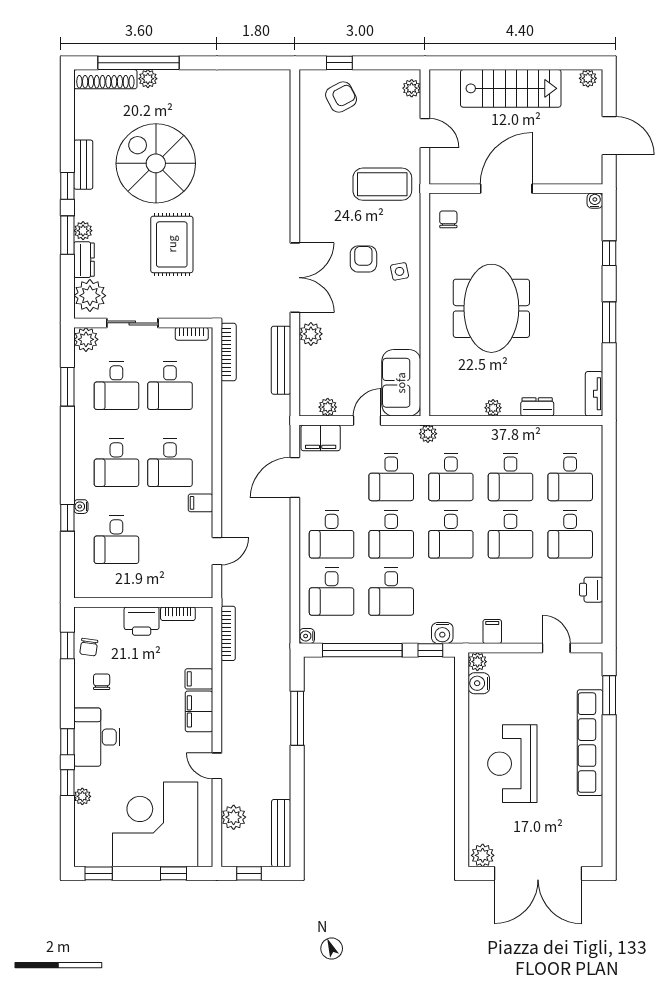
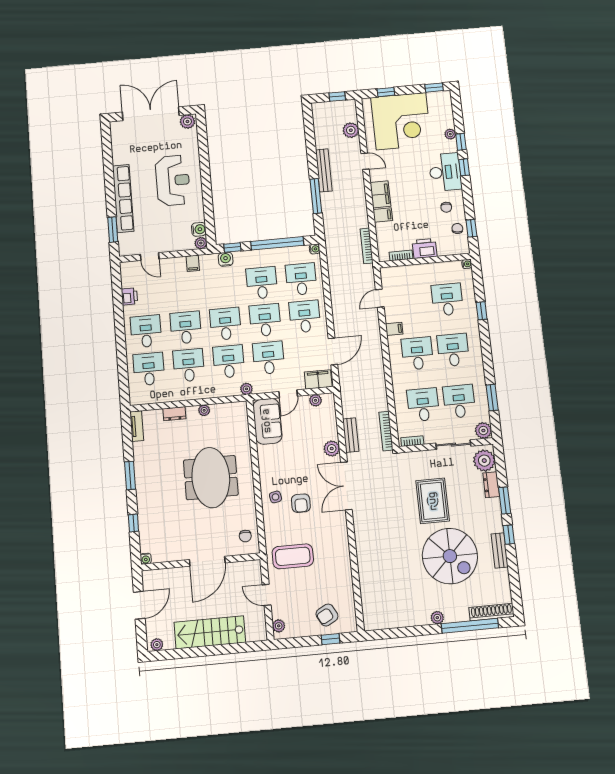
plant: (148, 79) -> (437, 618), moved
door: (609, 136) -> (139, 605), swing flipped
plant: (83, 231) -> (494, 505), removed
bench: (281, 360) -> (351, 435), width x0.73
water cooler: (81, 507) -> (467, 264), moved
bench: (281, 833) -> (324, 170), moved

